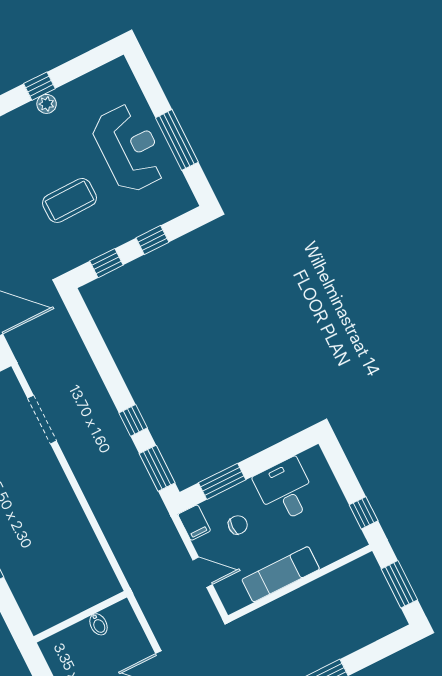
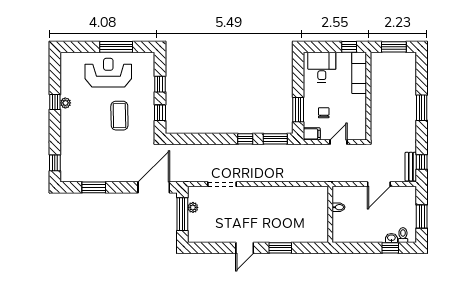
desk: (285, 490) -> (322, 67), moved, turned 90
exam couch: (281, 574) -> (359, 73), moved

